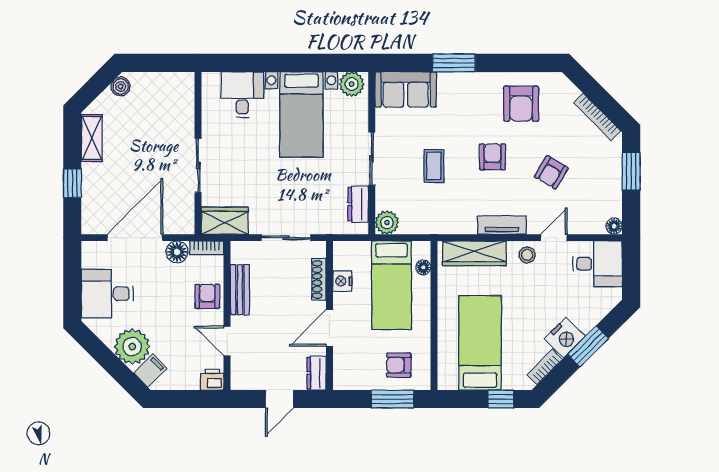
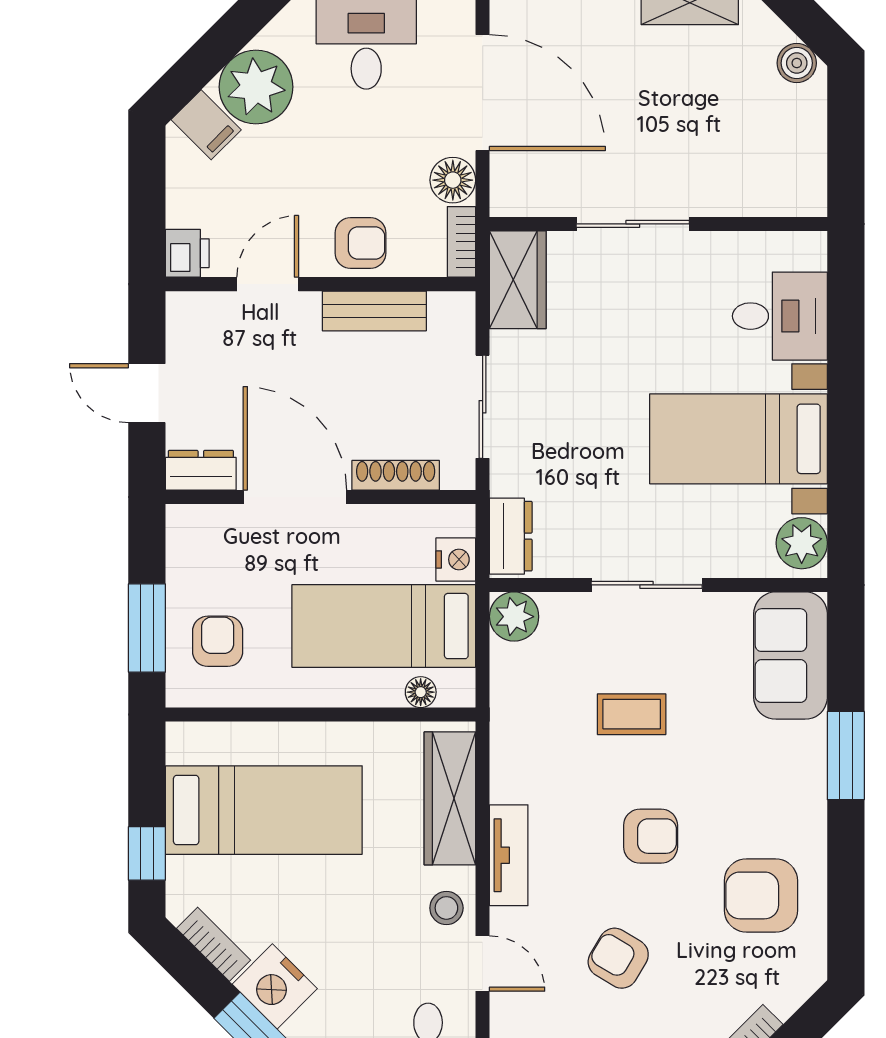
dresser: (358, 204) -> (511, 536), moved, turned 90
nightstand: (342, 281) -> (456, 559), moved, turned 90
door: (329, 328) -> (295, 497), width x1.36

